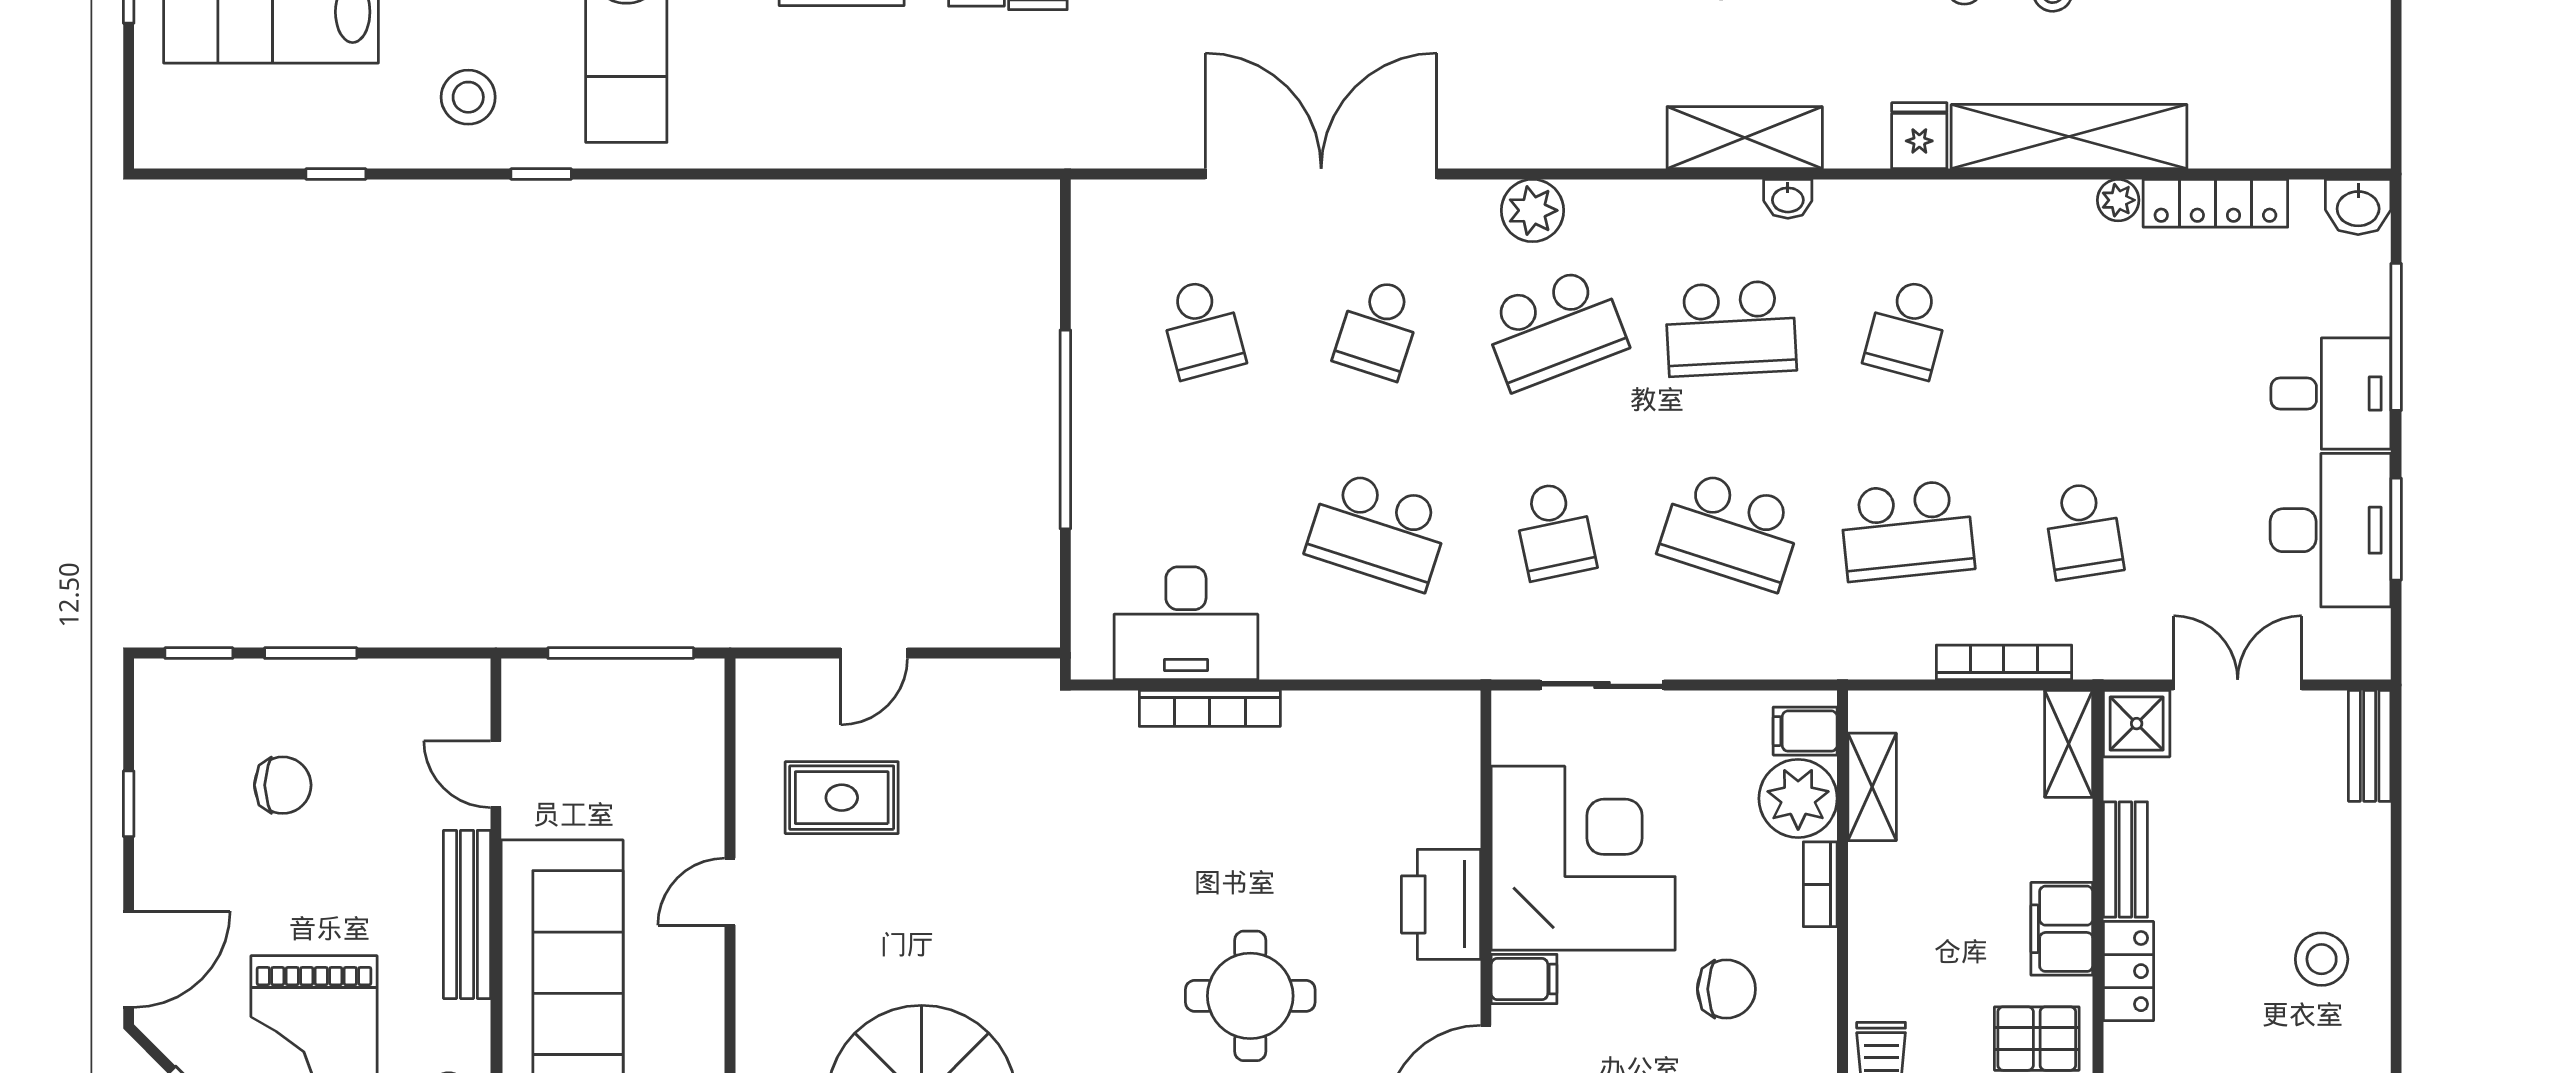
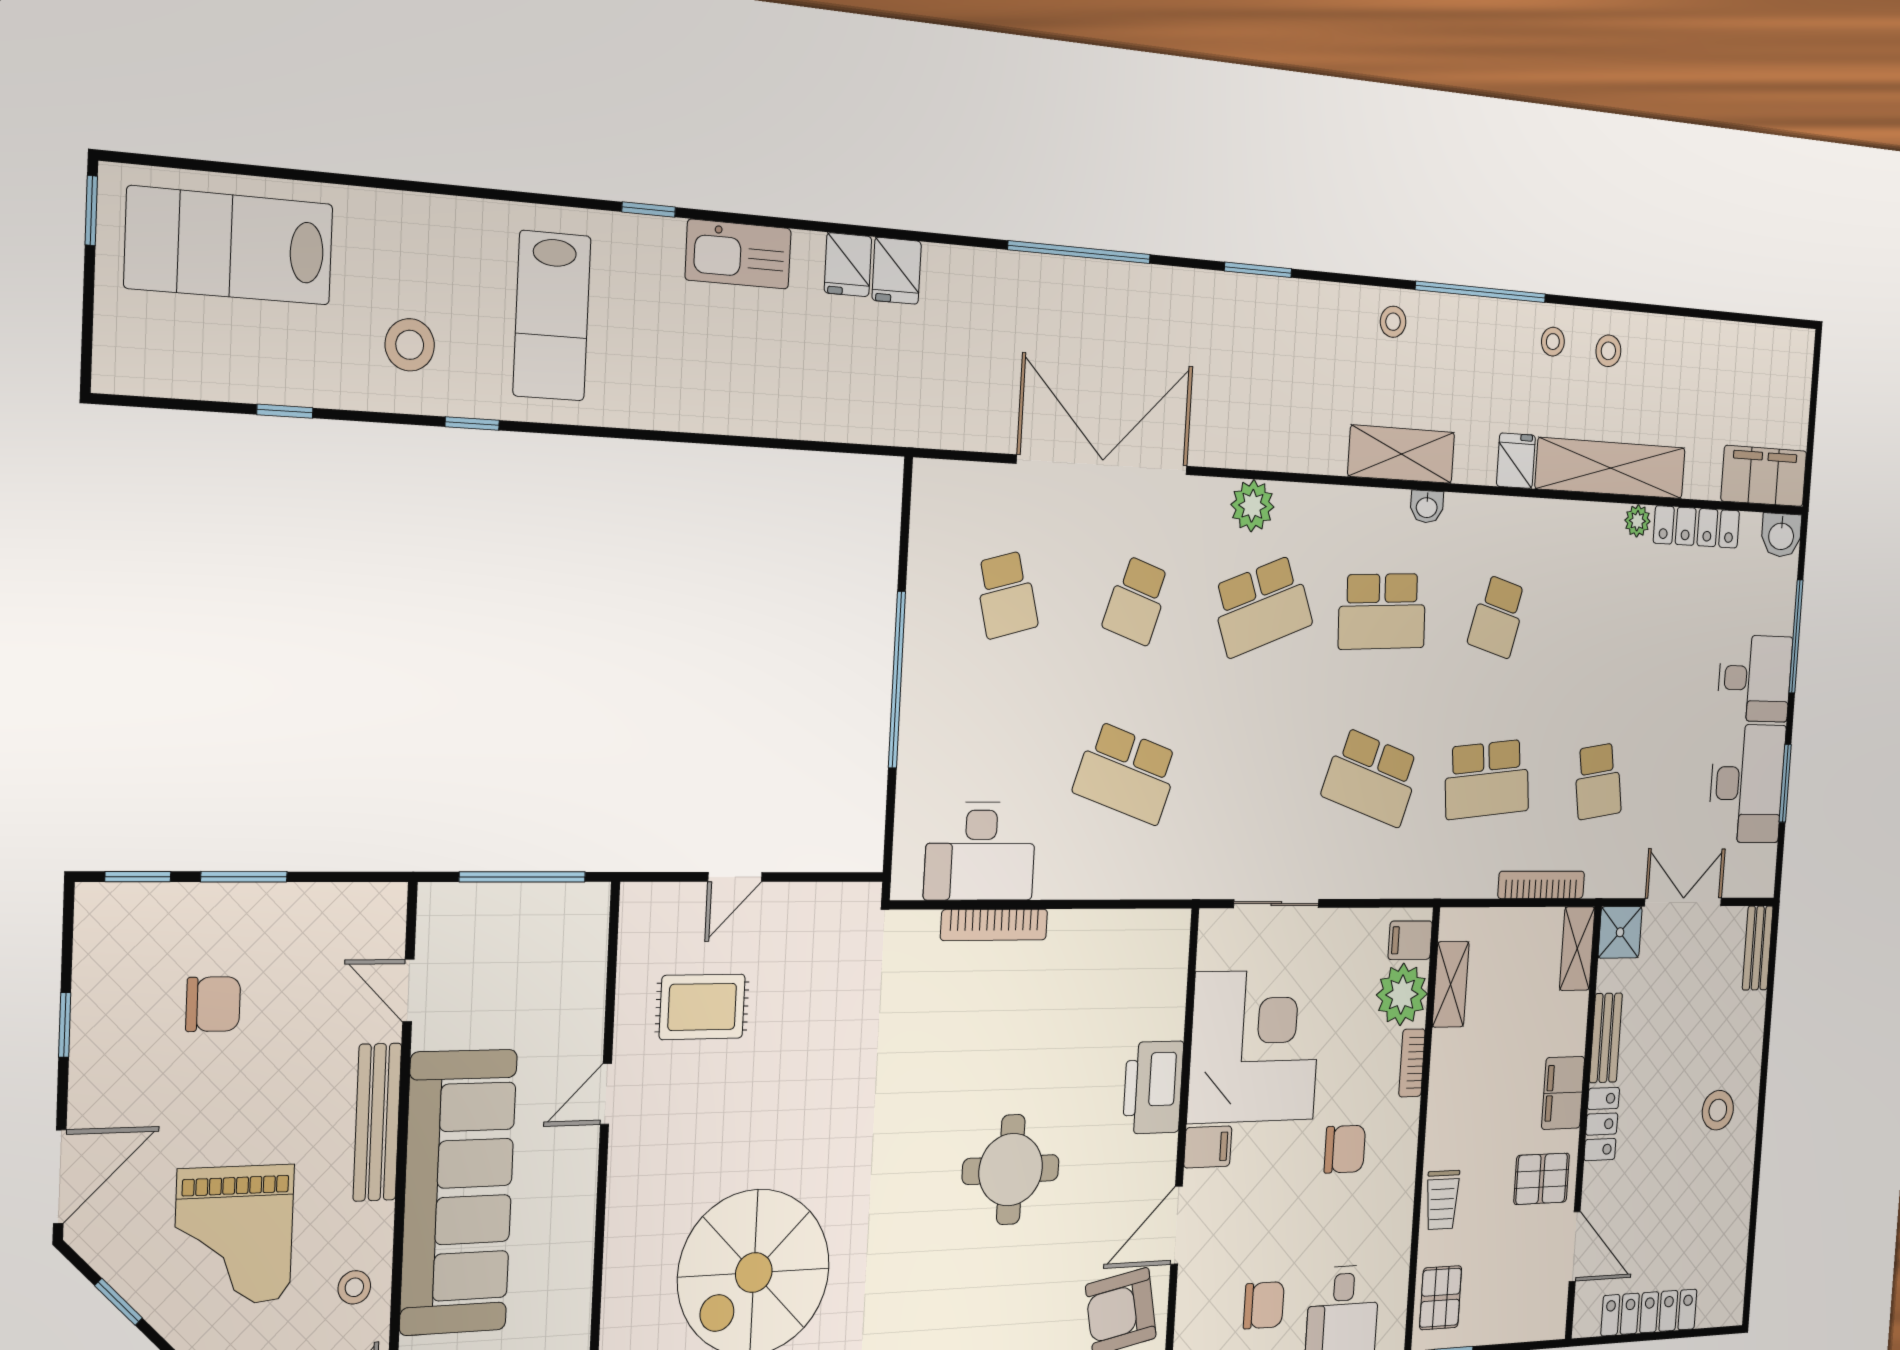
filing cabinet: (2322, 133) -> (1764, 476), added
school desk: (1555, 531) -> (1251, 775), removed

